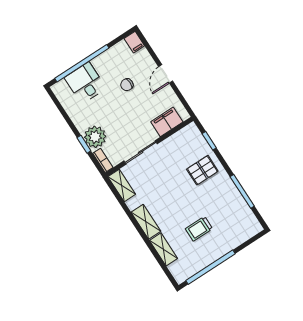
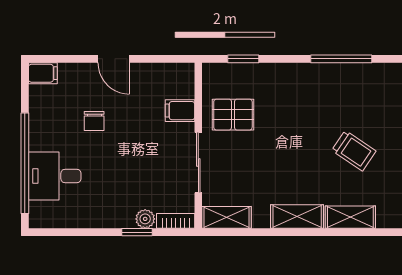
filing cabinet: (167, 122) -> (180, 111), width x0.50
plant: (95, 137) -> (145, 219), width x0.53, depth x0.53
pallet: (202, 170) -> (233, 115), moved, turned 90
trolley: (199, 229) -> (354, 151), turned -56

